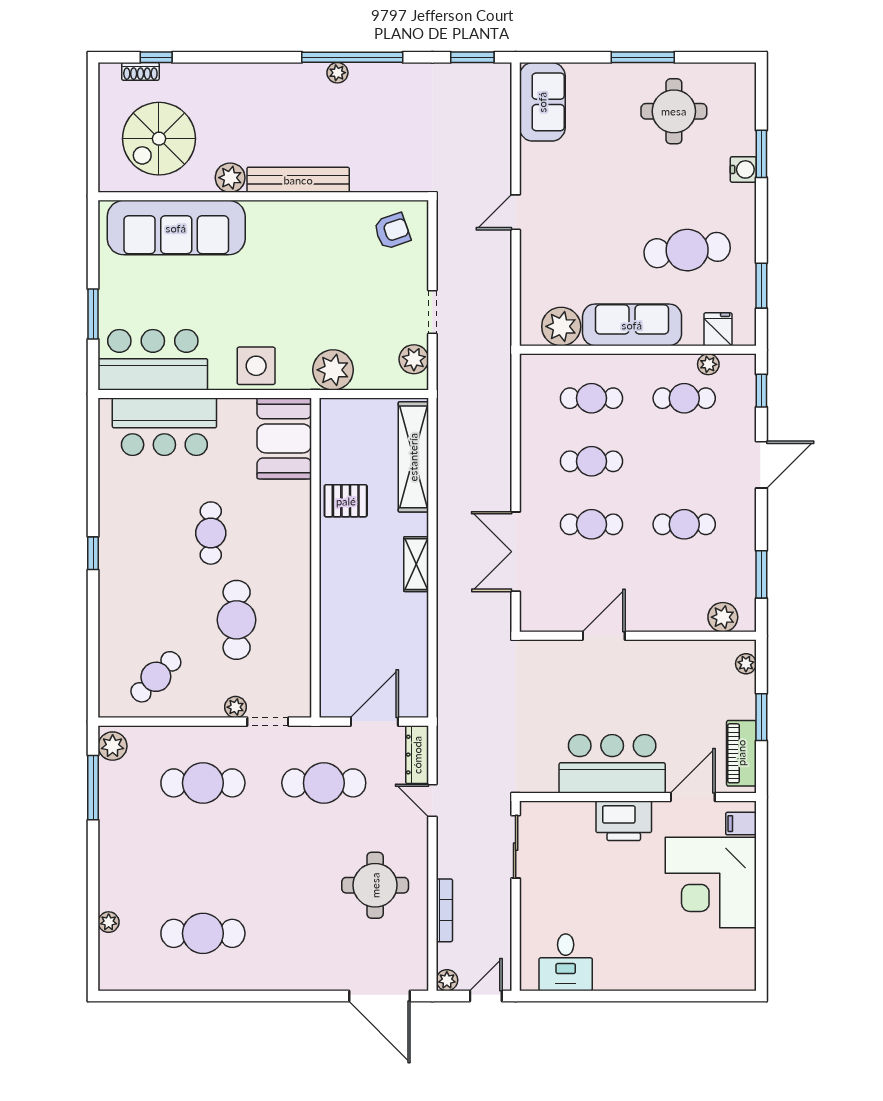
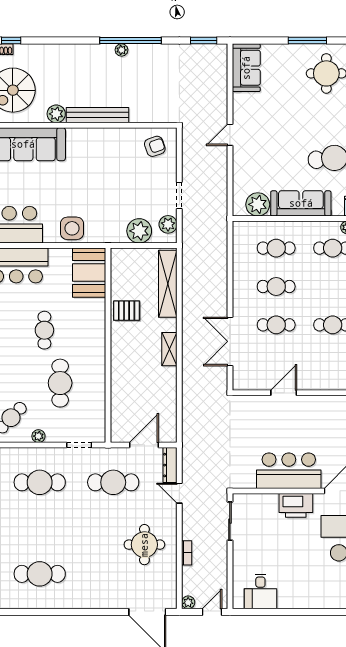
plant: (333, 370) -> (139, 231), moved
plant: (235, 707) -> (38, 436), moved
bookcase: (444, 910) -> (187, 553), width x0.64

